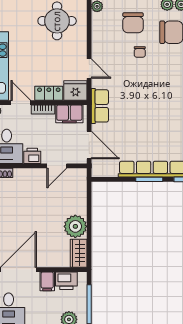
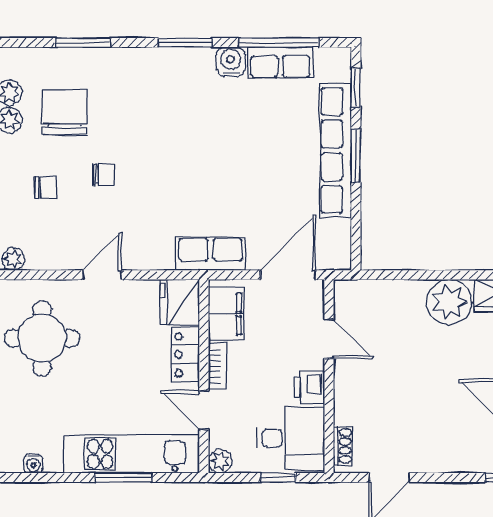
chair: (133, 23) -> (46, 188), width x0.54, depth x0.54
door: (89, 69) -> (102, 275), moved
door: (21, 103) -> (204, 410), hinge flipped

